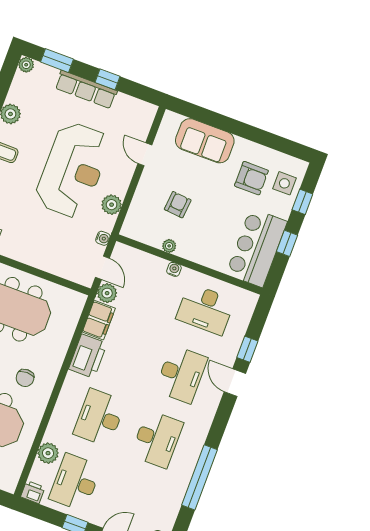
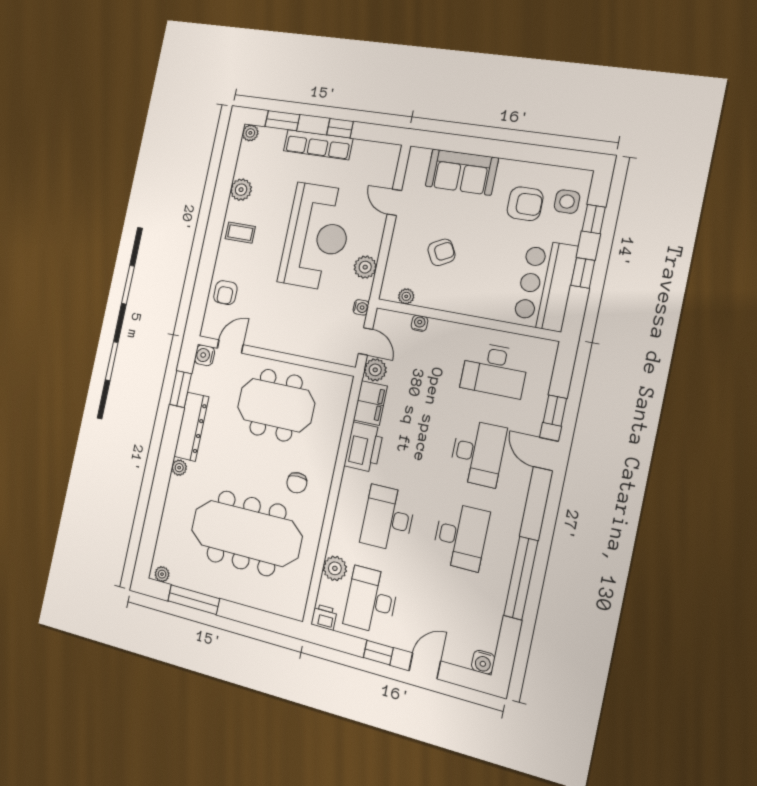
armchair: (178, 205) -> (441, 252), turned 57
plant: (169, 246) -> (406, 296), moved
water cooler: (174, 269) -> (419, 323), moved

